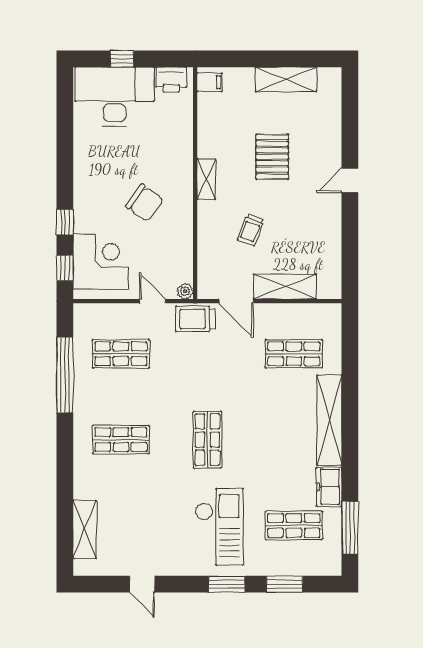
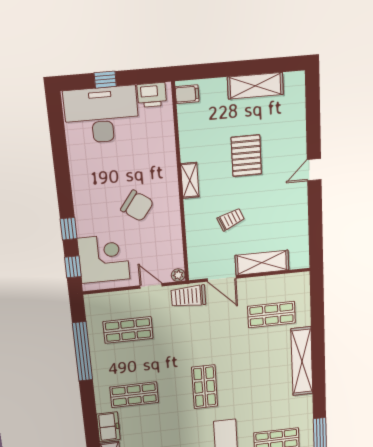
trolley: (251, 230) -> (231, 219), turned -135
freezer: (329, 487) -> (108, 427), moved, turned 180

